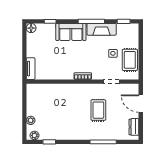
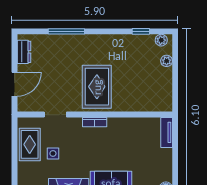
door: (141, 104) -> (15, 84), hinge flipped
rug: (98, 110) -> (97, 87), moved, width x1.36, depth x1.43

